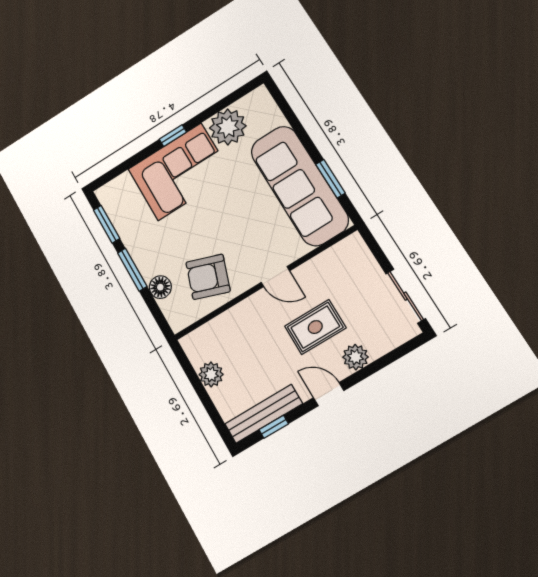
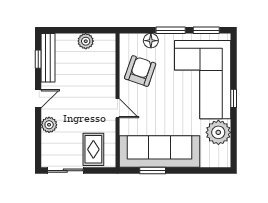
corner sofa: (180, 172) -> (203, 80), width x1.36, depth x1.36
door: (275, 277) -> (118, 108), swing flipped
rug: (315, 327) -> (93, 149), moved

